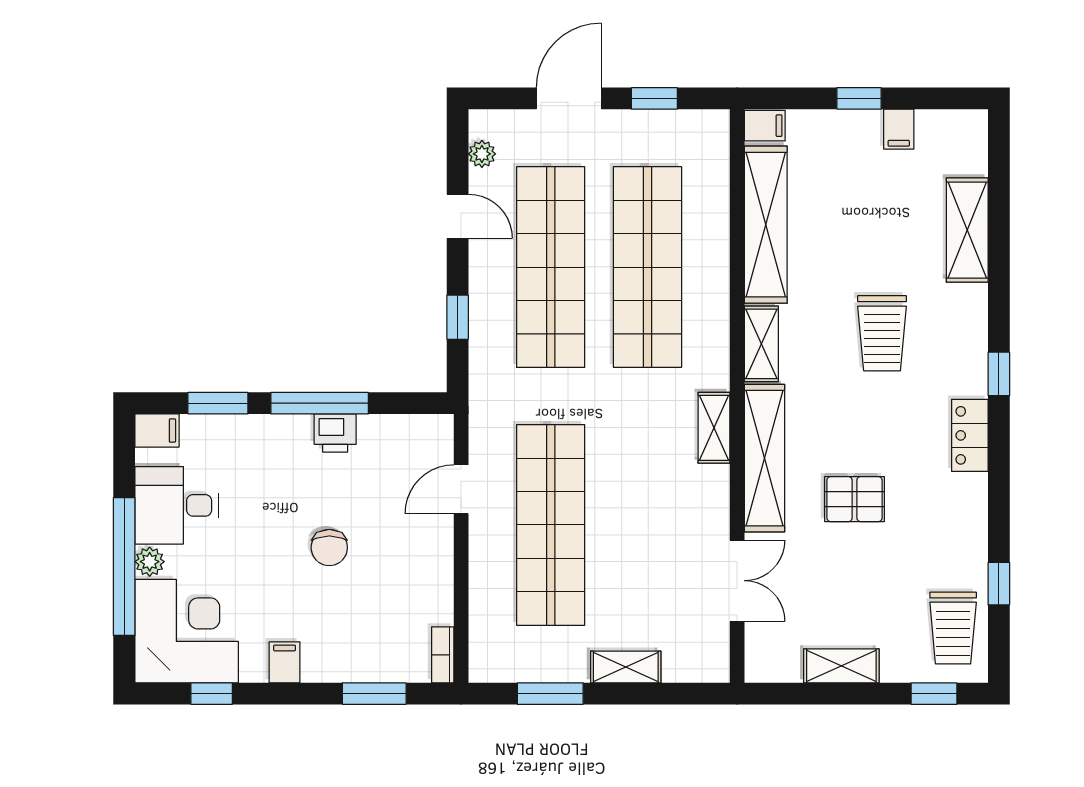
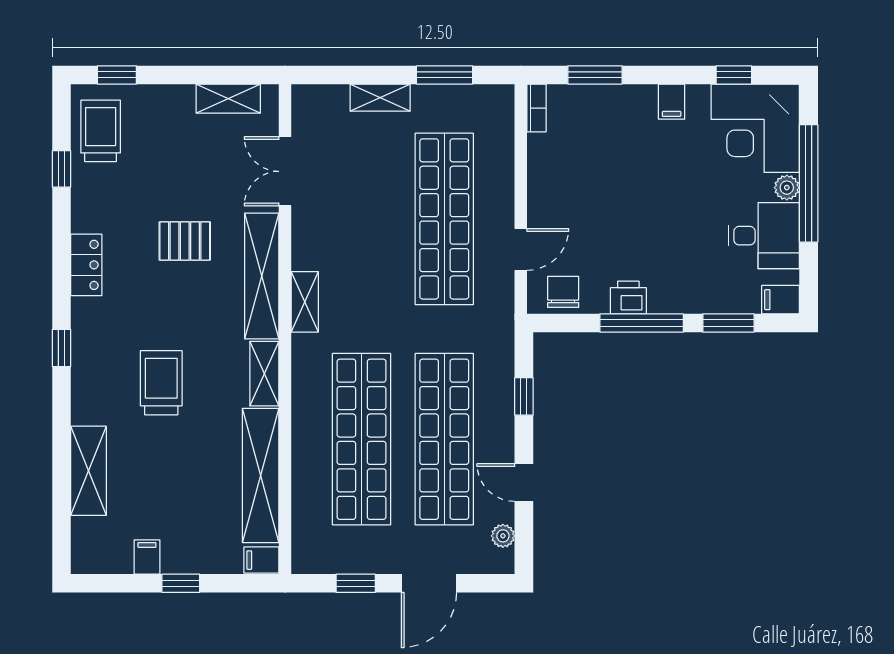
locker: (970, 435) -> (86, 265), moved
chair: (329, 548) -> (563, 292), moved
shelving: (841, 666) -> (228, 99), moved

